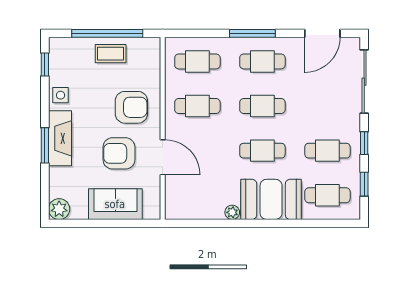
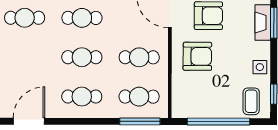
window: (252, 33) -> (140, 121), moved
coffee table: (111, 54) -> (251, 101), moved, turned 90
armchair: (131, 107) -> (197, 56), turned 180
fireplace: (60, 138) -> (263, 22), width x0.73, depth x0.76

